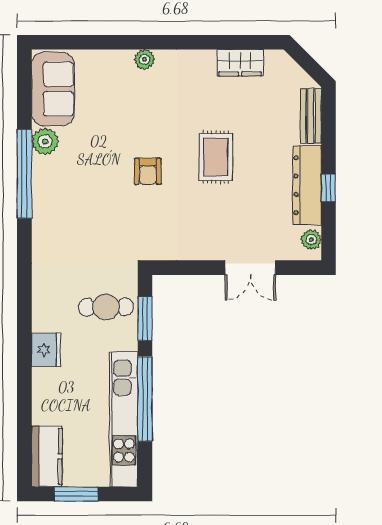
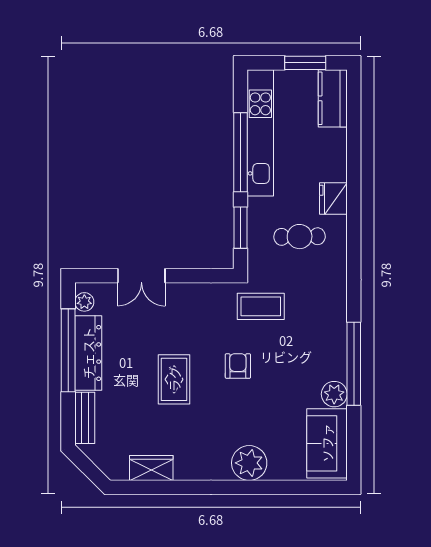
plant: (144, 59) -> (249, 463), width x1.88, depth x1.88
window: (328, 188) -> (68, 350), width x3.17
coffee table: (123, 235) -> (261, 306), added
double door: (250, 268) -> (141, 276), swing flipped
cafe table: (106, 307) -> (300, 237), moved

